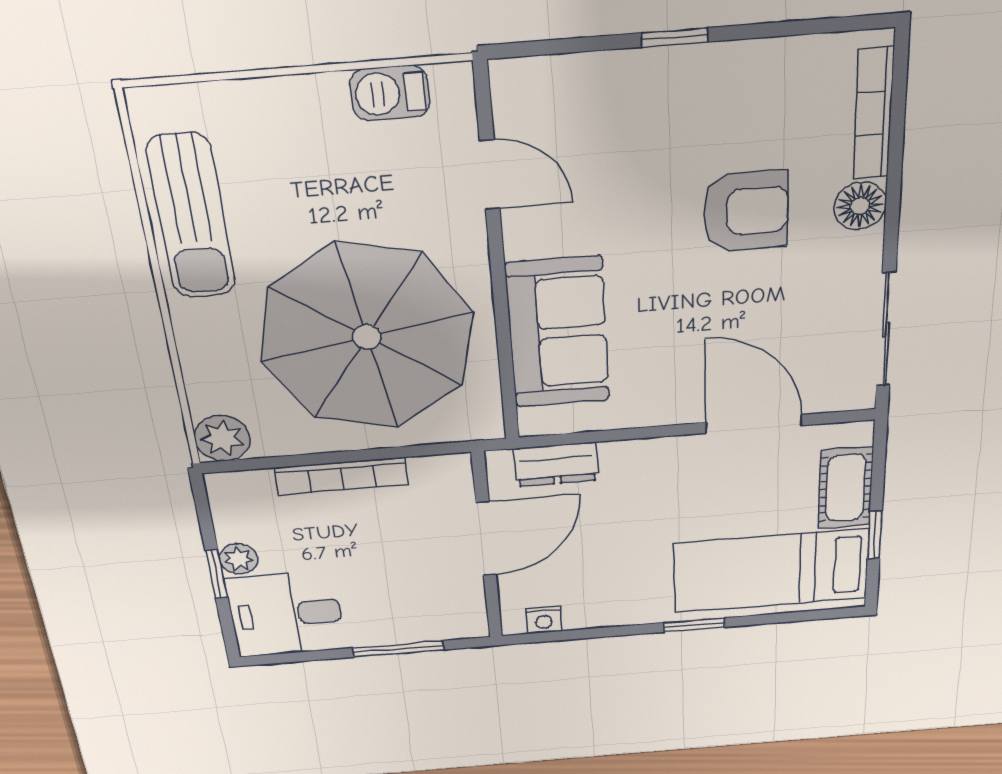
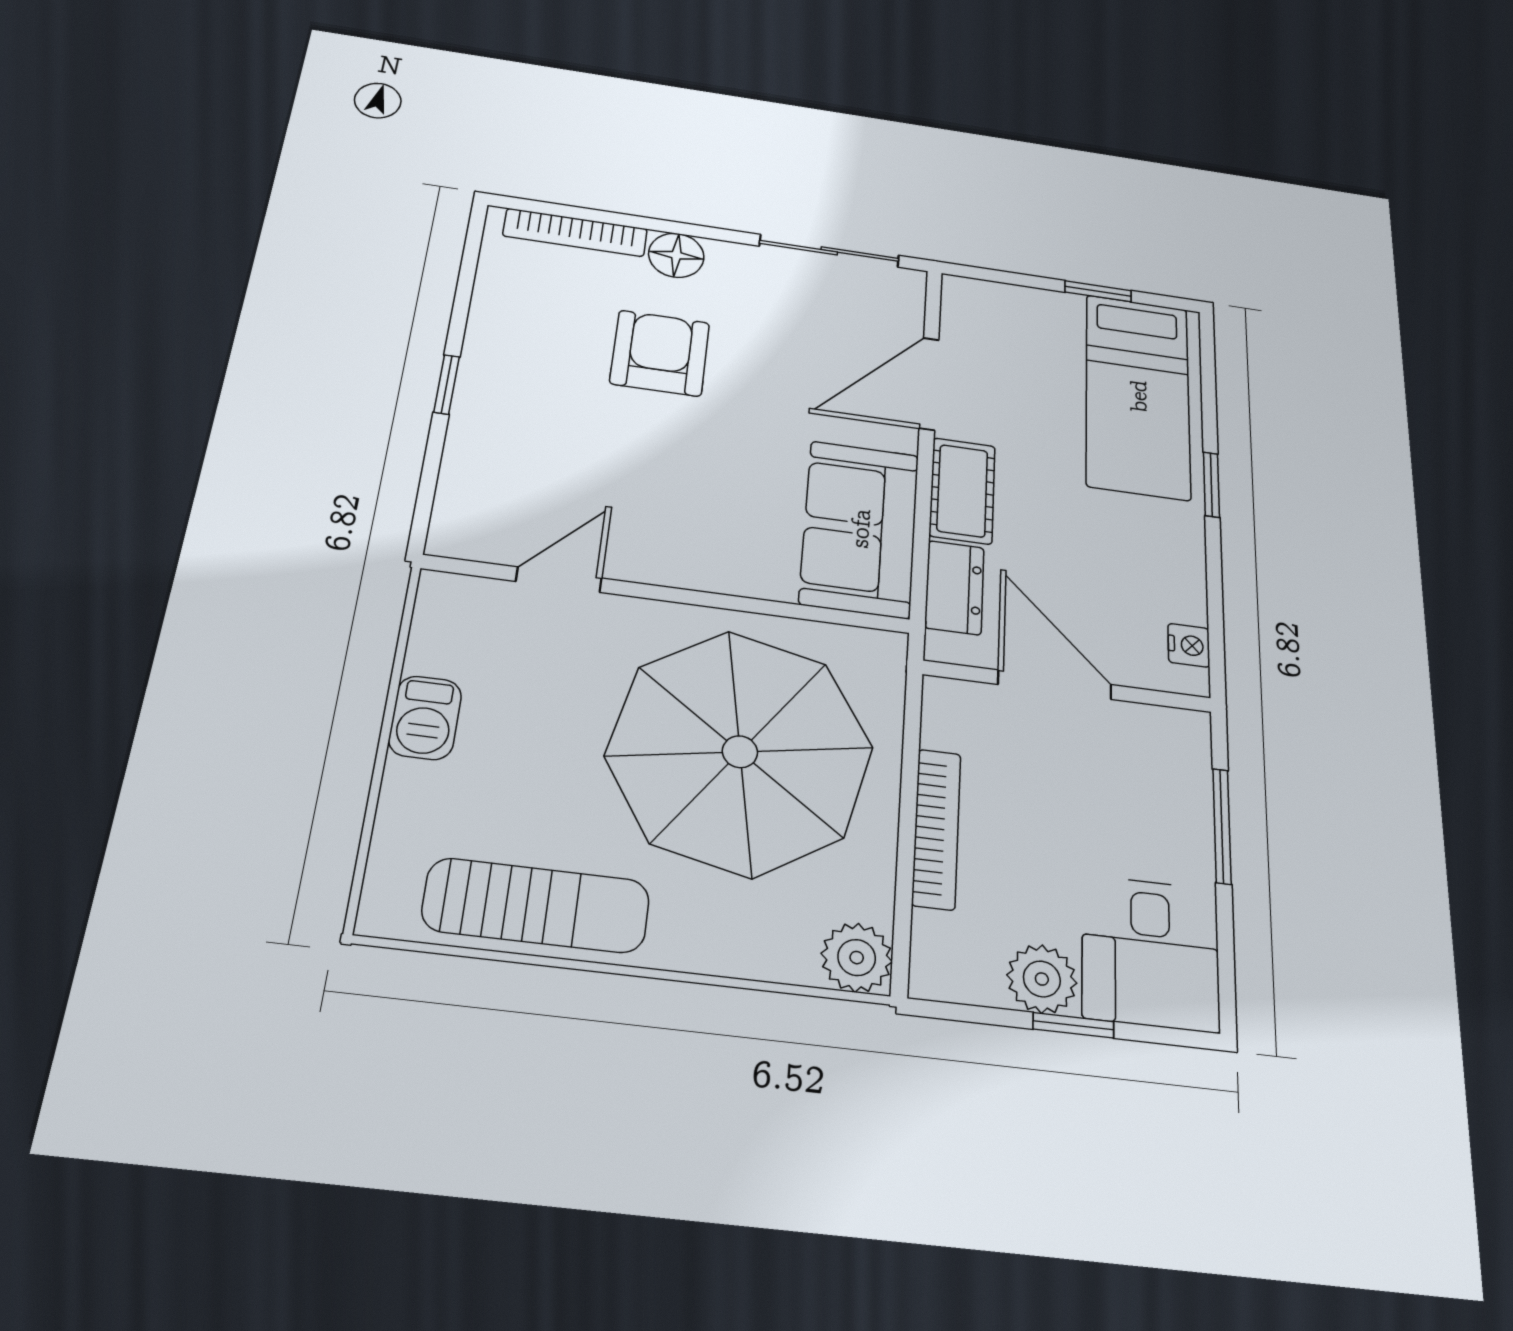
barbecue: (390, 93) -> (425, 718), moved
sofa: (558, 333) -> (860, 528), moved, turned -90
cot: (846, 488) -> (962, 491), moved, turned 90
plant: (239, 559) -> (1042, 979), width x1.38, depth x1.38

